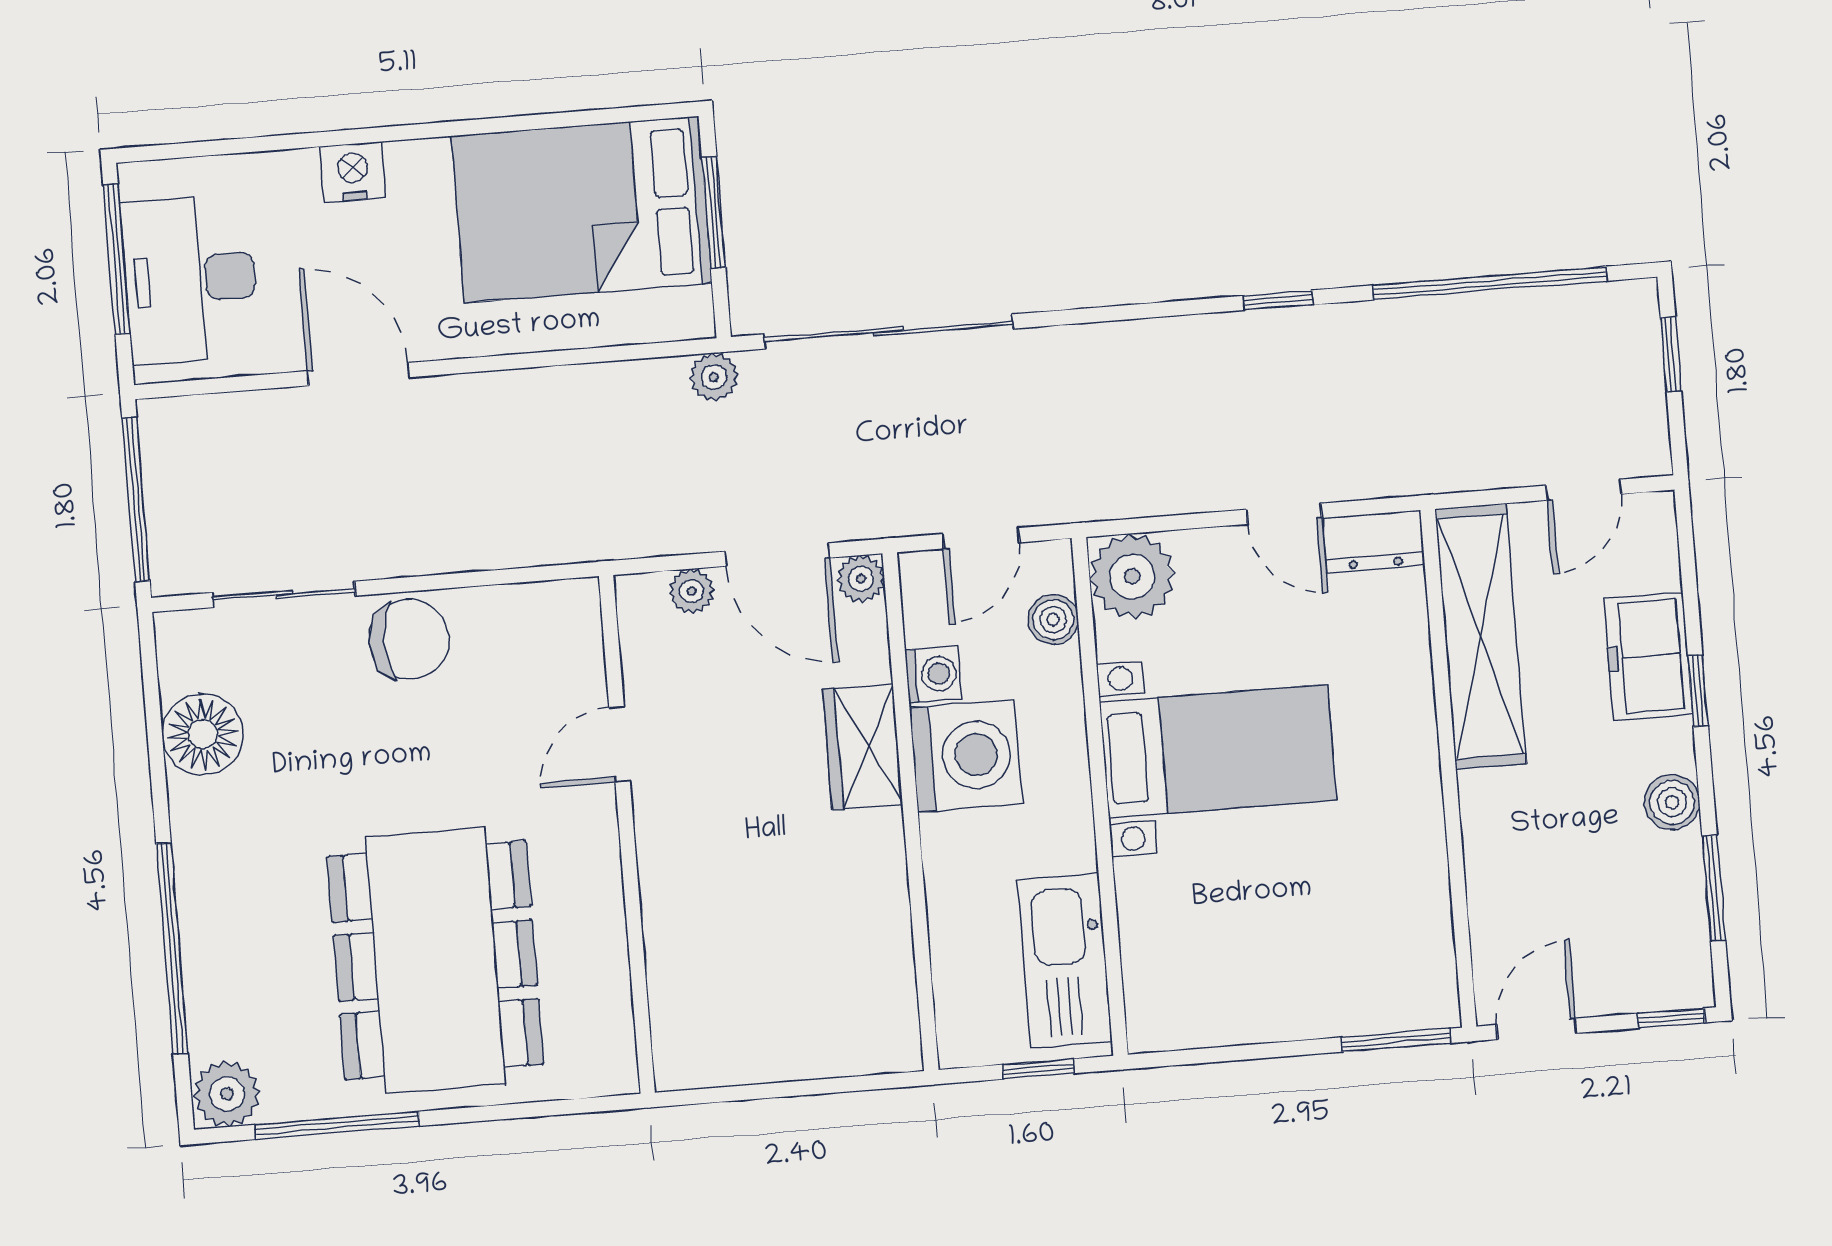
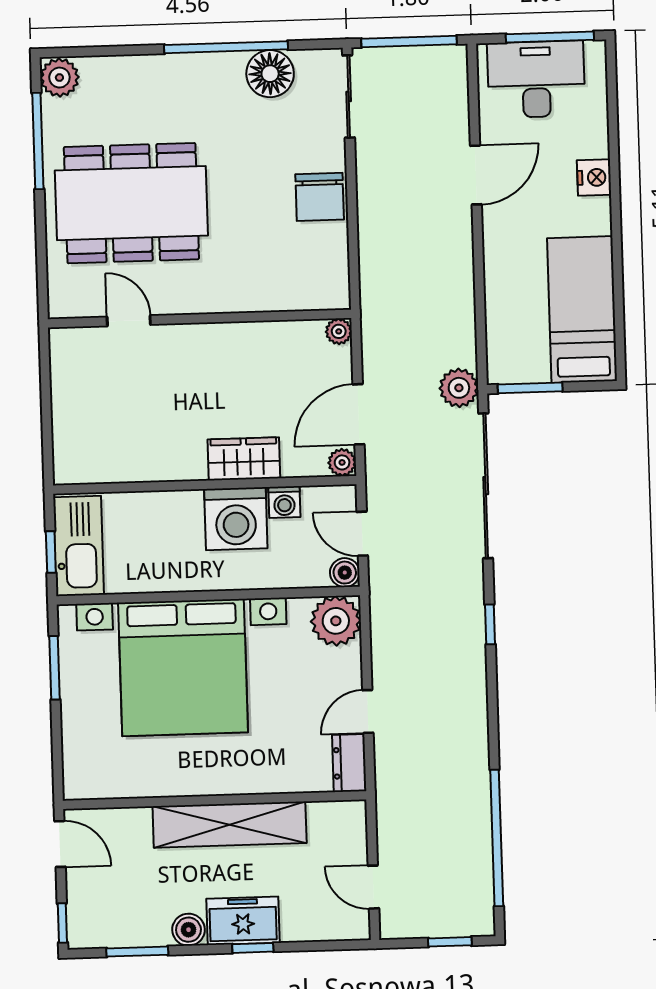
bed: (582, 209) -> (582, 310), width x0.67
window: (714, 213) -> (530, 388), moved
window: (1278, 300) -> (490, 624), moved
plant: (714, 377) -> (459, 388), width x1.38, depth x1.38
plant: (692, 591) -> (339, 331), moved
sliding door: (284, 594) -> (349, 96), moved
boiler: (1053, 620) -> (345, 573), moved
shelving: (1481, 636) -> (230, 825), moved
freezer: (1648, 656) -> (243, 921), moved
door: (620, 744) -> (129, 321), moved
bed with nightstands: (1218, 751) -> (183, 668), width x1.85
window: (172, 949) -> (226, 47), moved
kitchen sink: (1065, 961) -> (79, 546), moved, turned 90
window: (1396, 1040) -> (54, 668), moved

